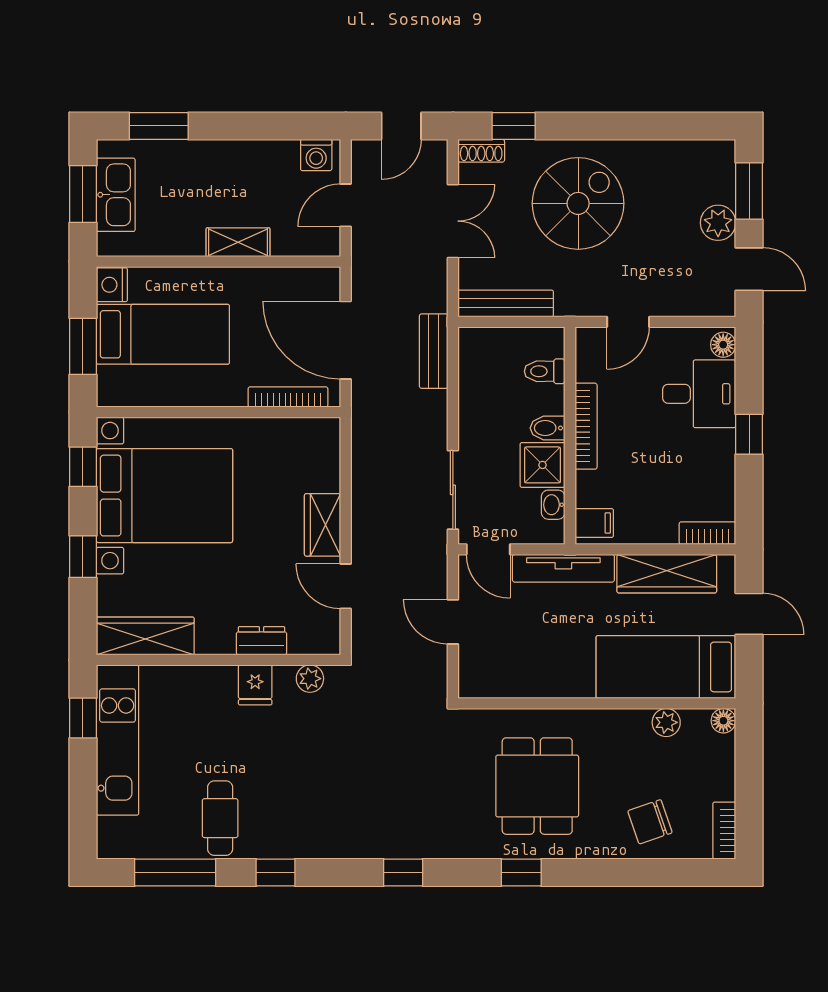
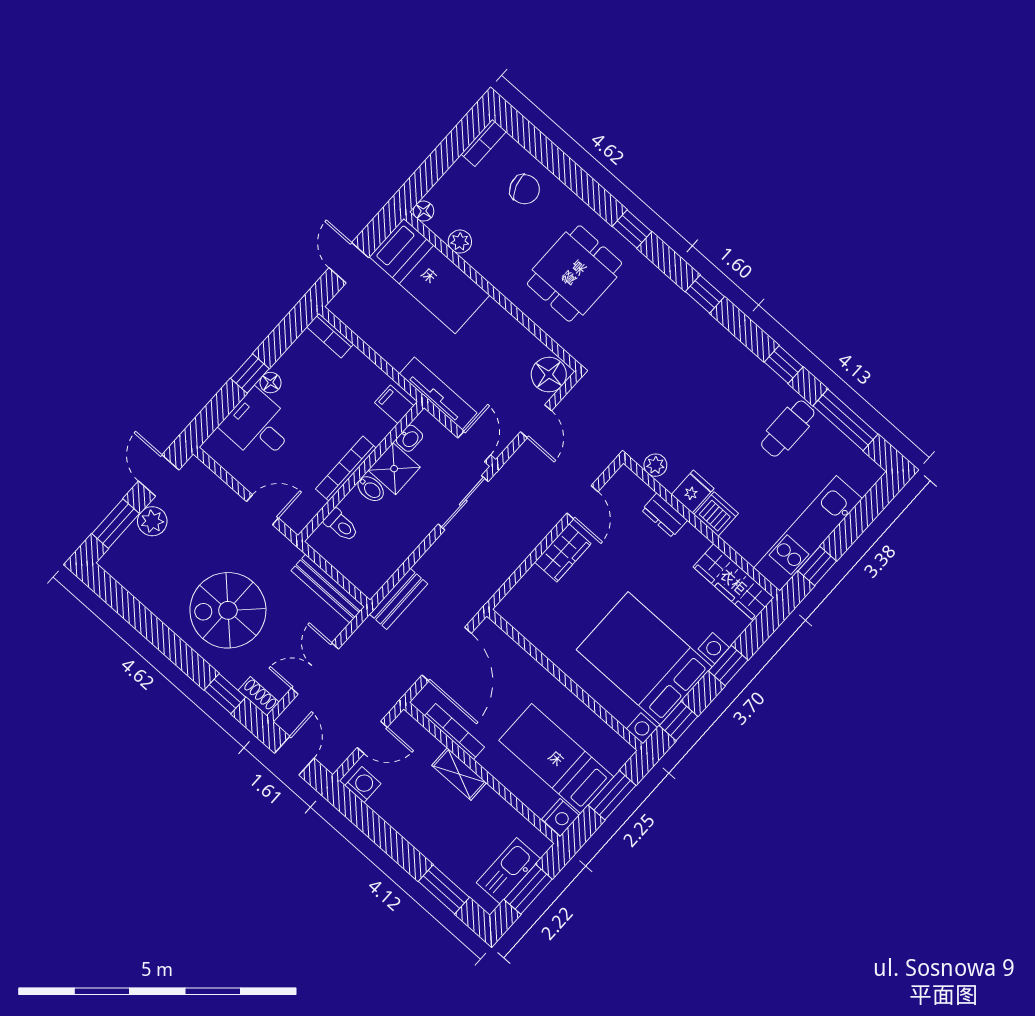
door: (401, 126) -> (294, 756), hinge flipped
floor lamp: (723, 345) -> (271, 383), moved
bookcase: (288, 397) -> (454, 731), moved, turned 180
wardrobe: (667, 574) -> (377, 333), removed
floor lamp: (479, 674) -> (549, 375), added
dishwasher: (216, 683) -> (716, 514), added

